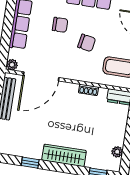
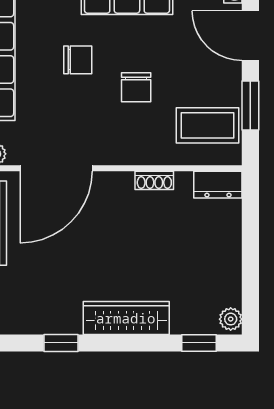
chair: (87, 43) -> (136, 87), turned 80
plant: (117, 152) -> (231, 319), moved

